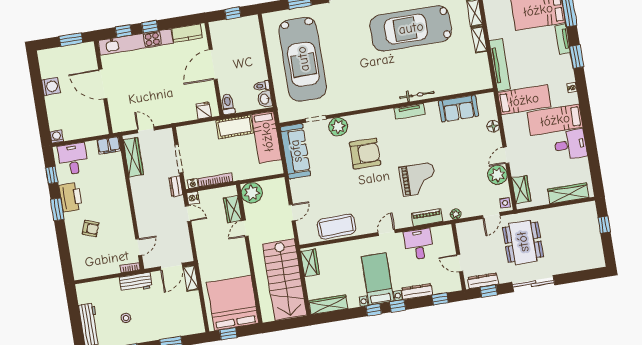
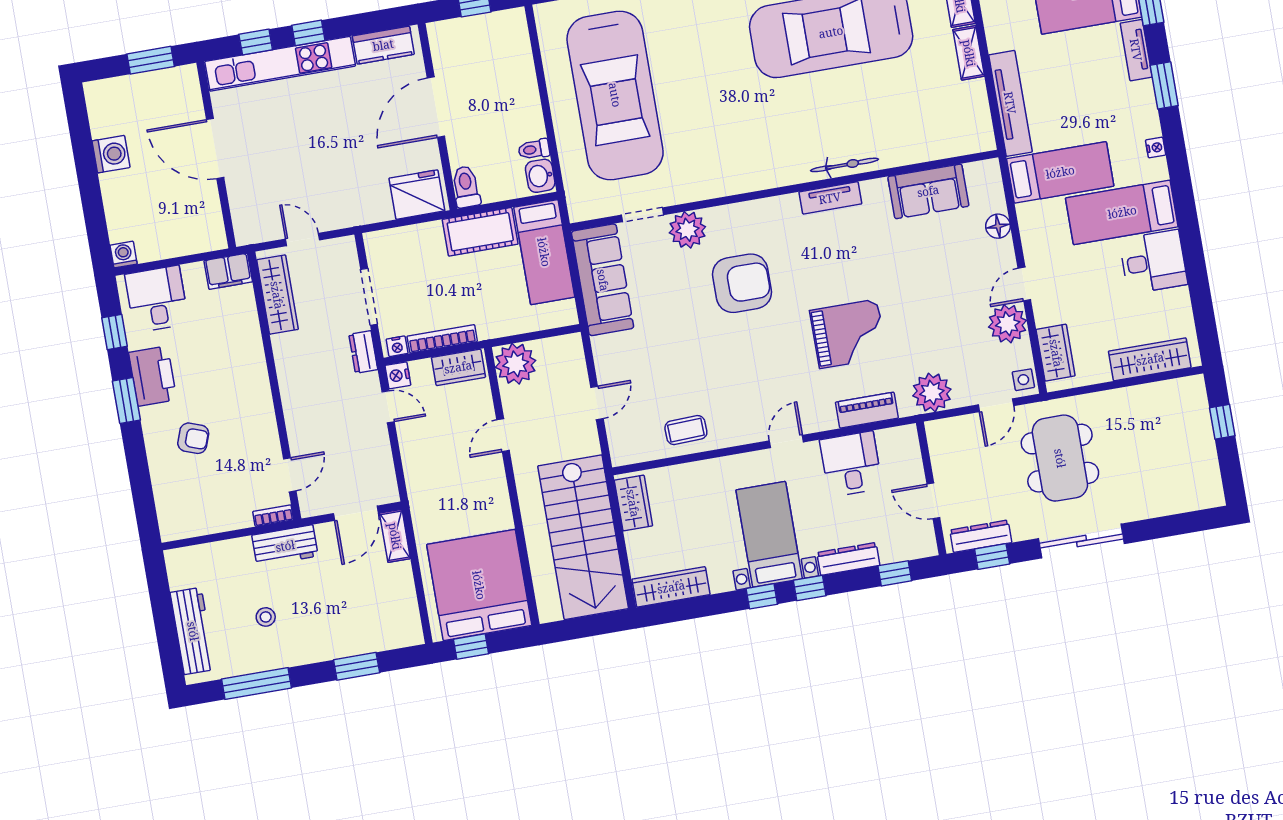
fridge: (204, 110) -> (417, 195), width x1.88, depth x1.34
wardrobe: (233, 209) -> (458, 367), moved, turned -90
plant: (456, 214) -> (932, 393), width x1.88, depth x1.88
coffee table: (336, 227) -> (686, 430), width x0.54, depth x0.58

